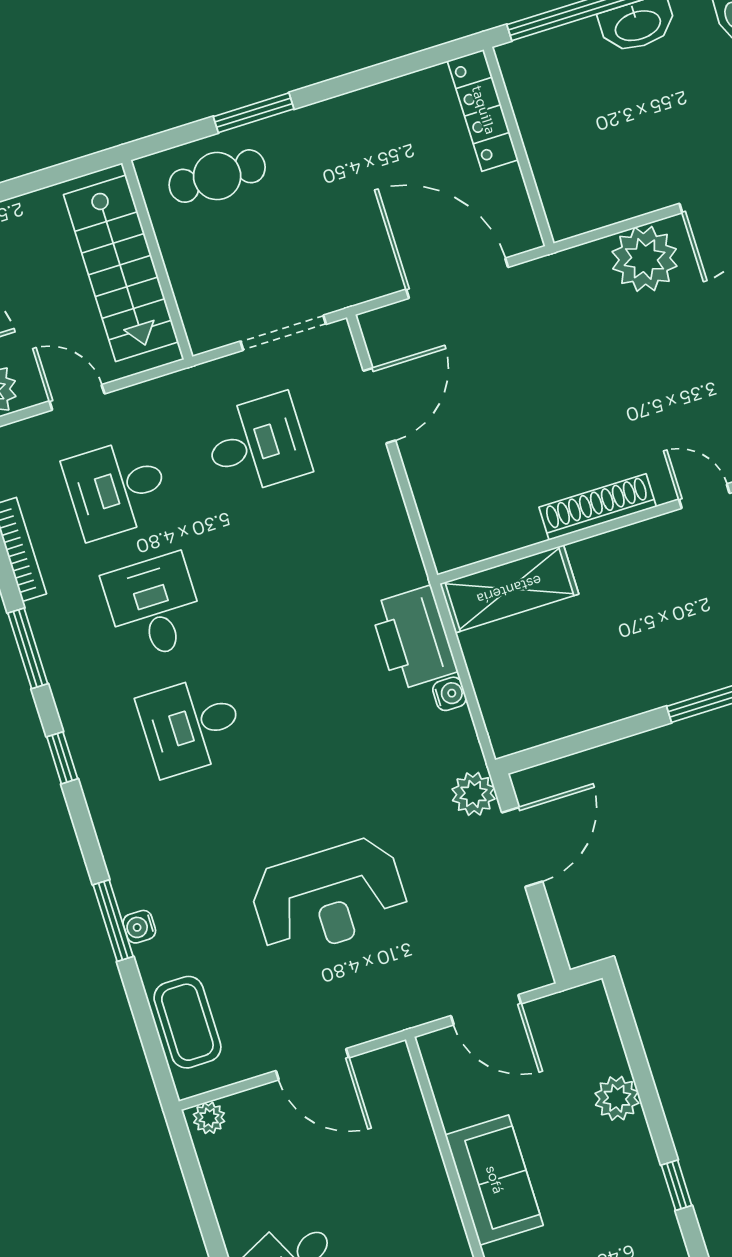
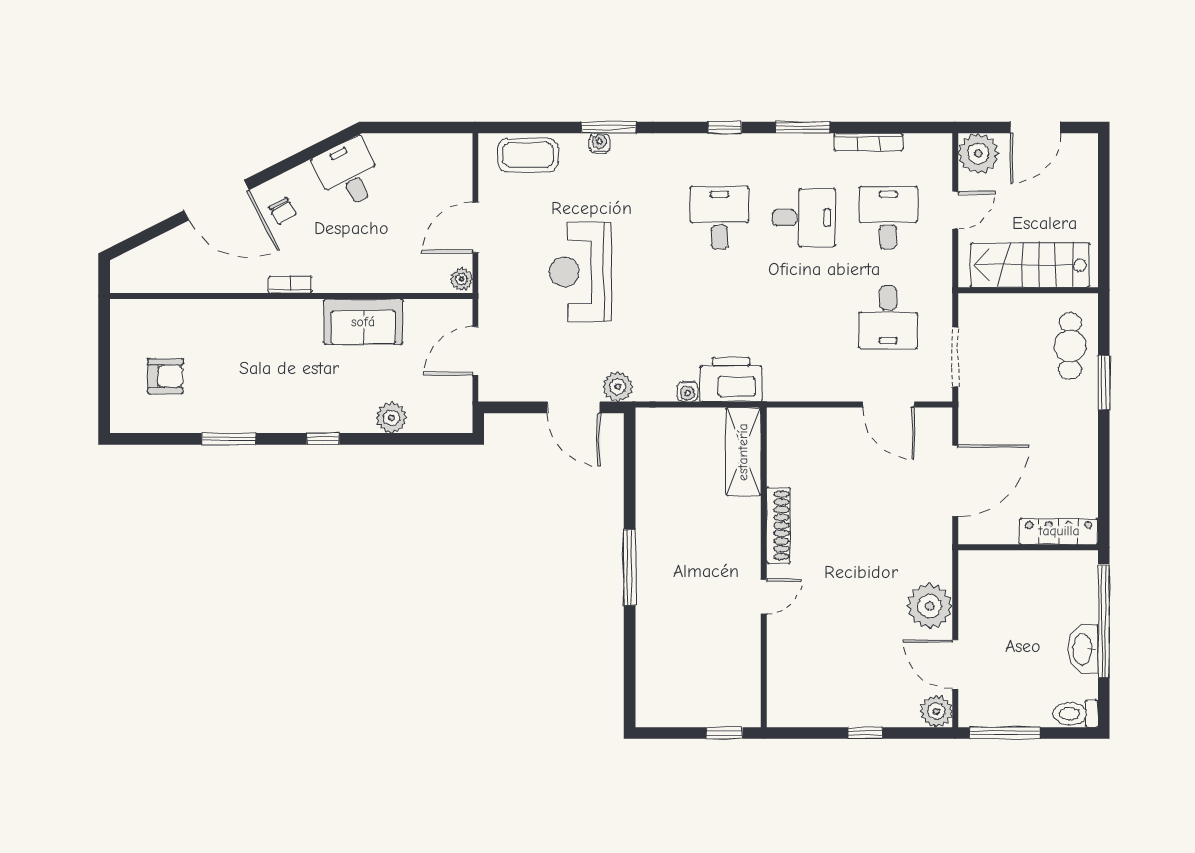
plant: (209, 1118) -> (462, 279), moved

